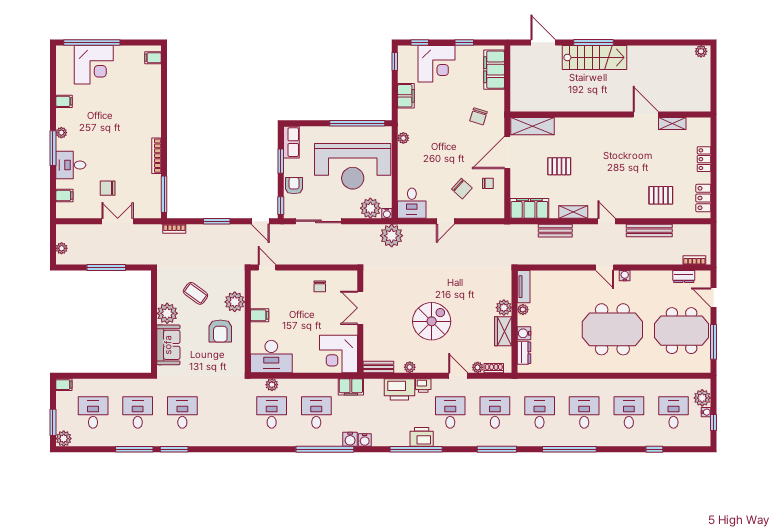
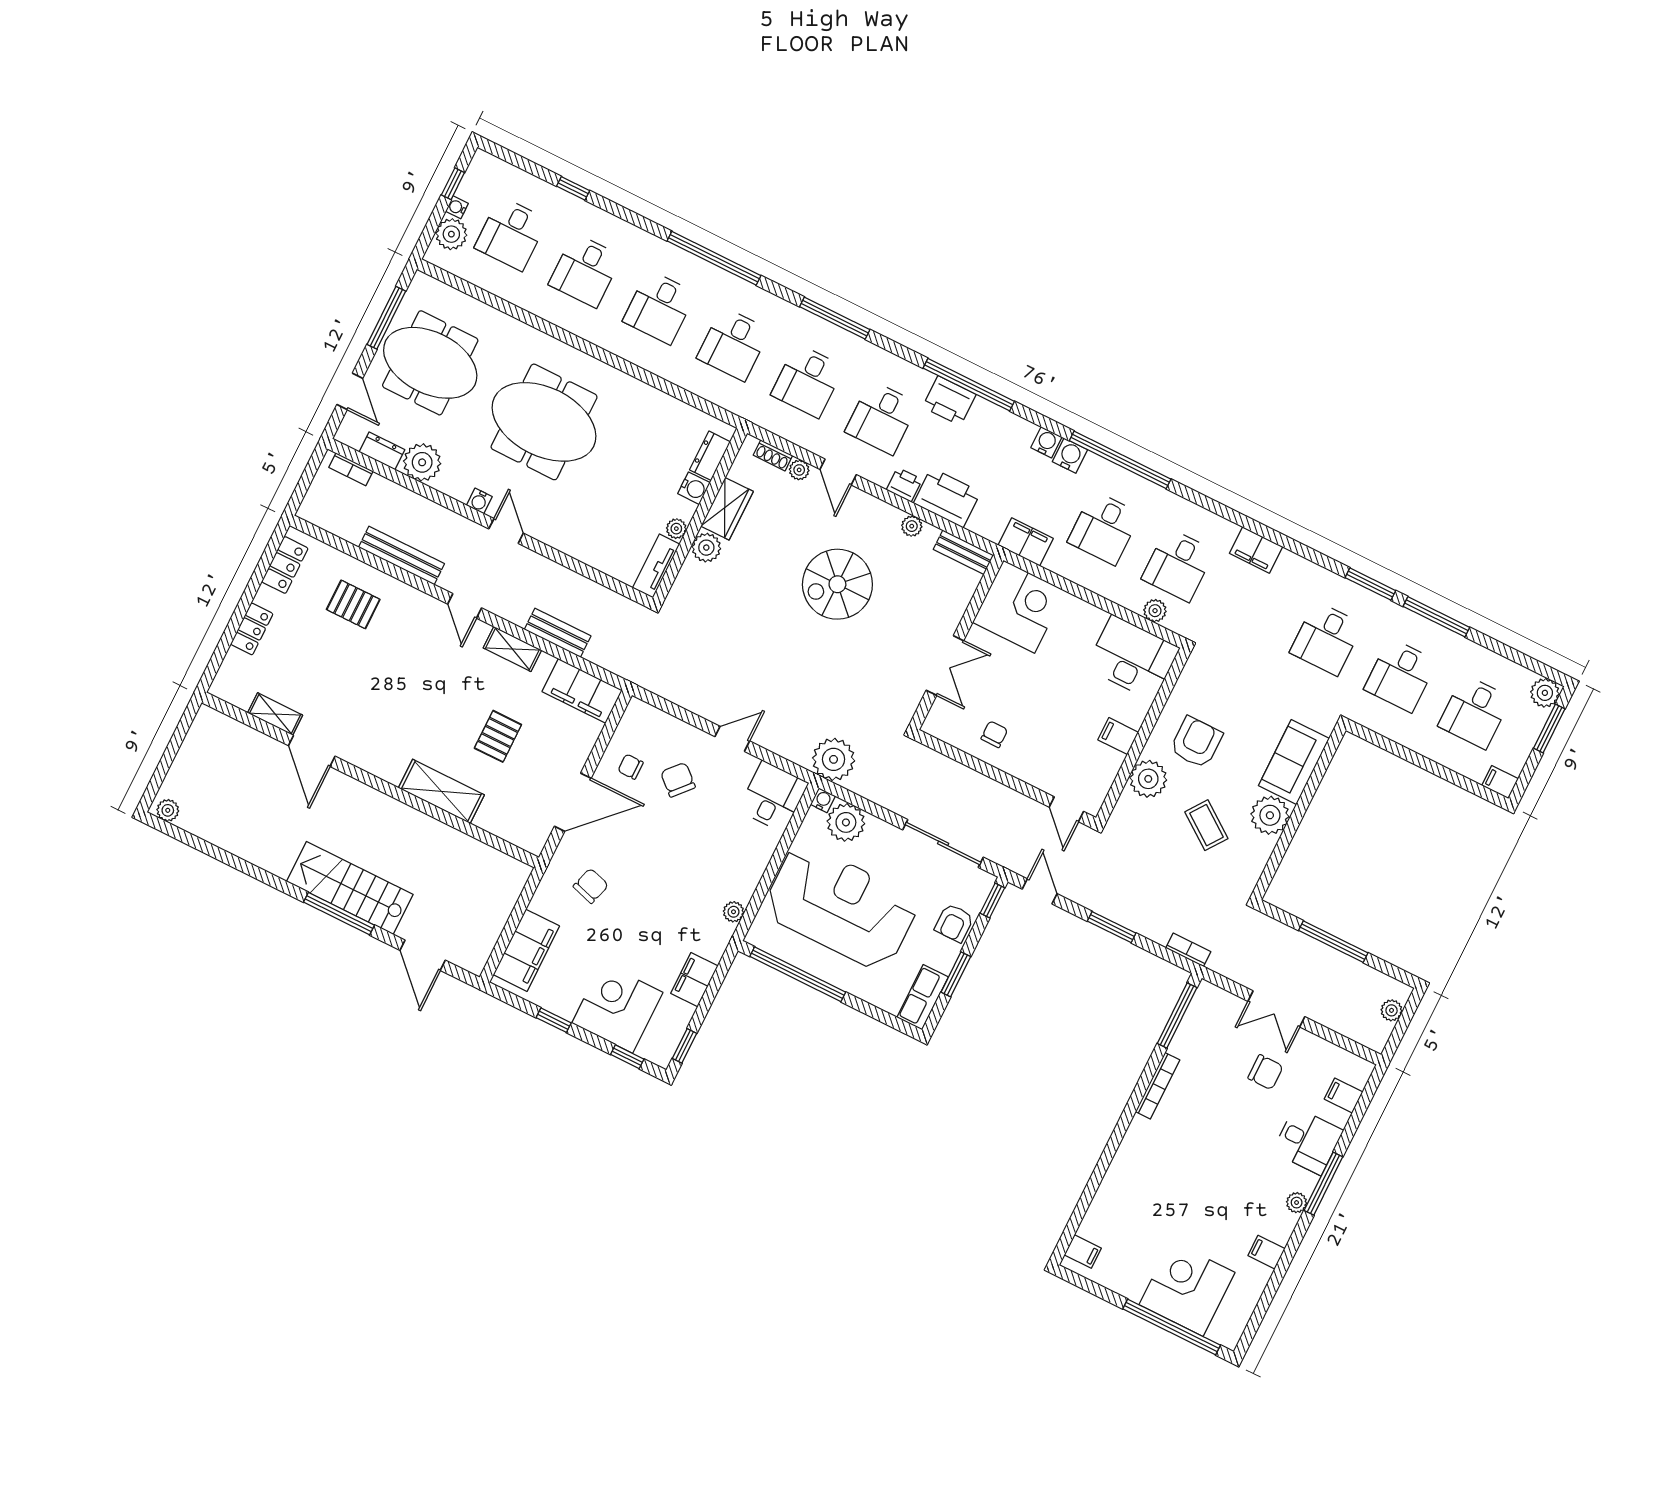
shelving: (532, 126) -> (441, 791), moved
pallet: (559, 166) -> (498, 736), turned 90
plant: (662, 281) -> (422, 462), added
filing cabinet: (238, 438) -> (1256, 550), added

